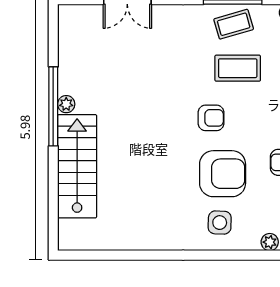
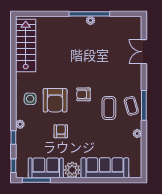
armchair: (211, 118) -> (83, 94), turned 90
stairs: (77, 166) -> (26, 45), moved, turned -90

